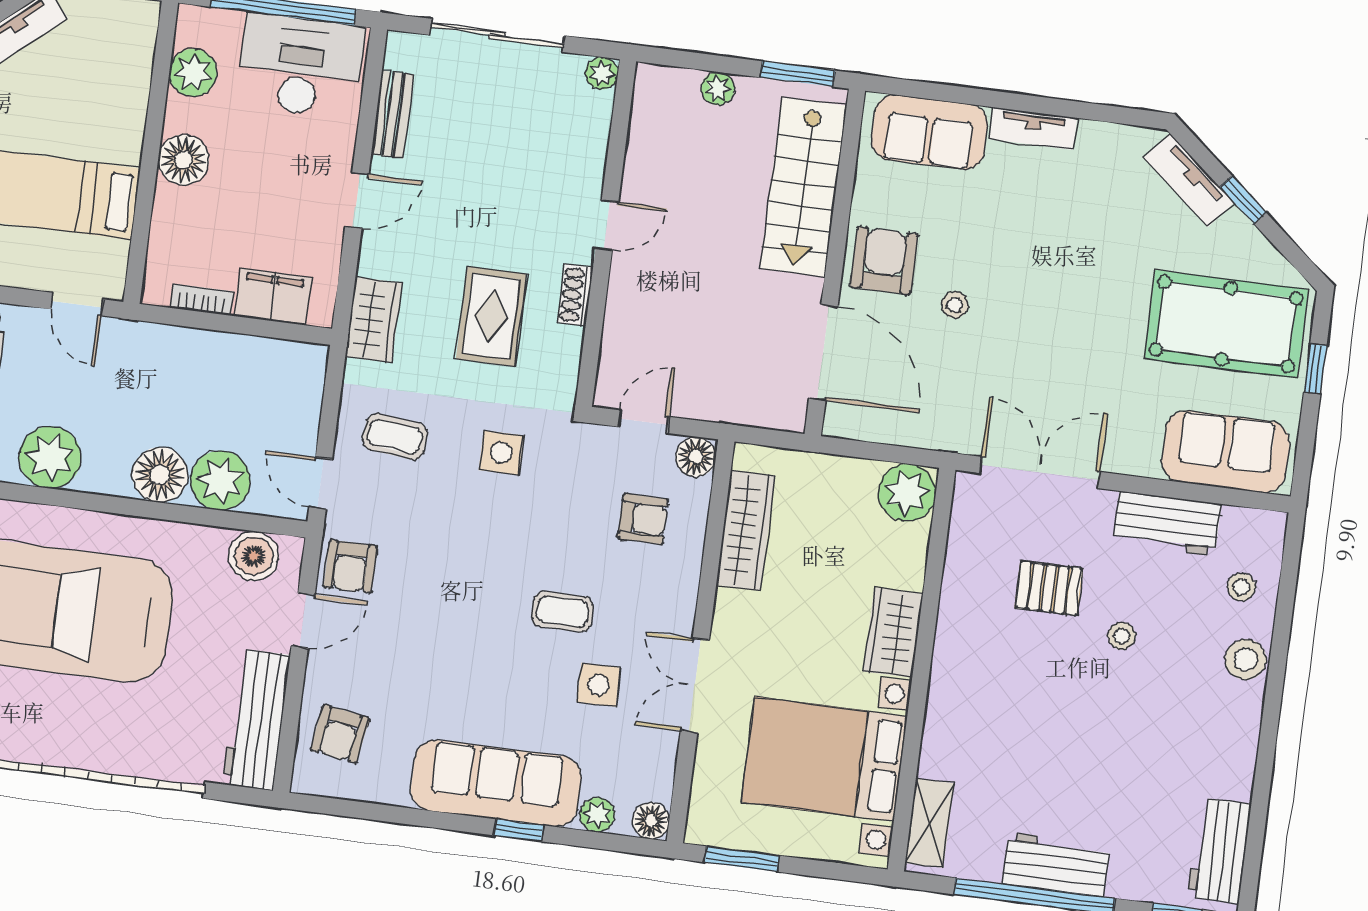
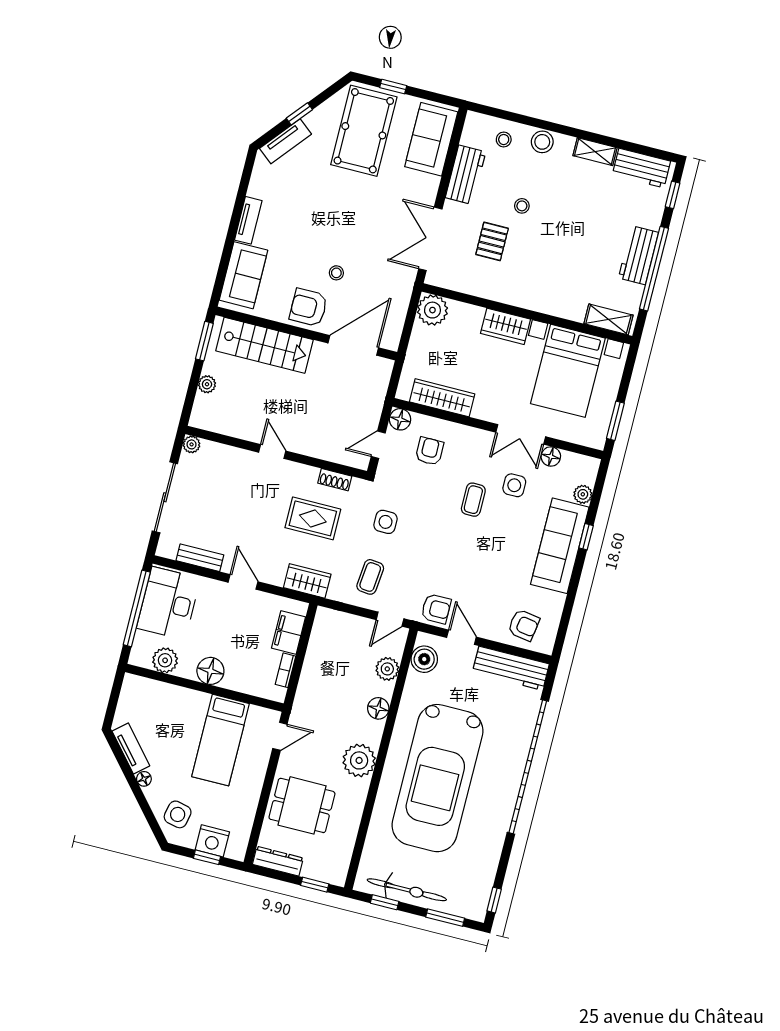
shoe rack: (575, 295) -> (335, 480), moved
door: (644, 422) -> (378, 445), hinge flipped
floor lamp: (160, 475) -> (378, 708), width x0.73, depth x0.73
plant: (220, 480) -> (387, 669), width x0.73, depth x0.73
shelving: (1240, 760) -> (595, 152), added
floor lamp: (651, 821) -> (551, 457), moved

